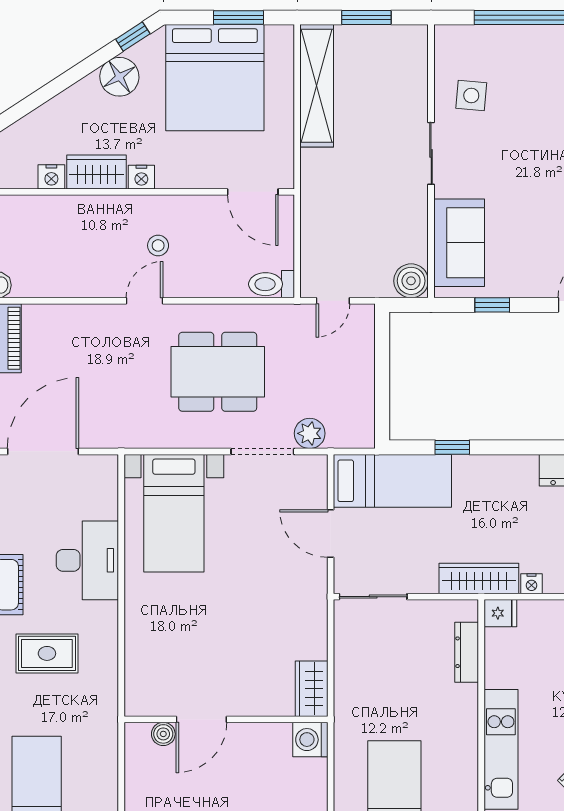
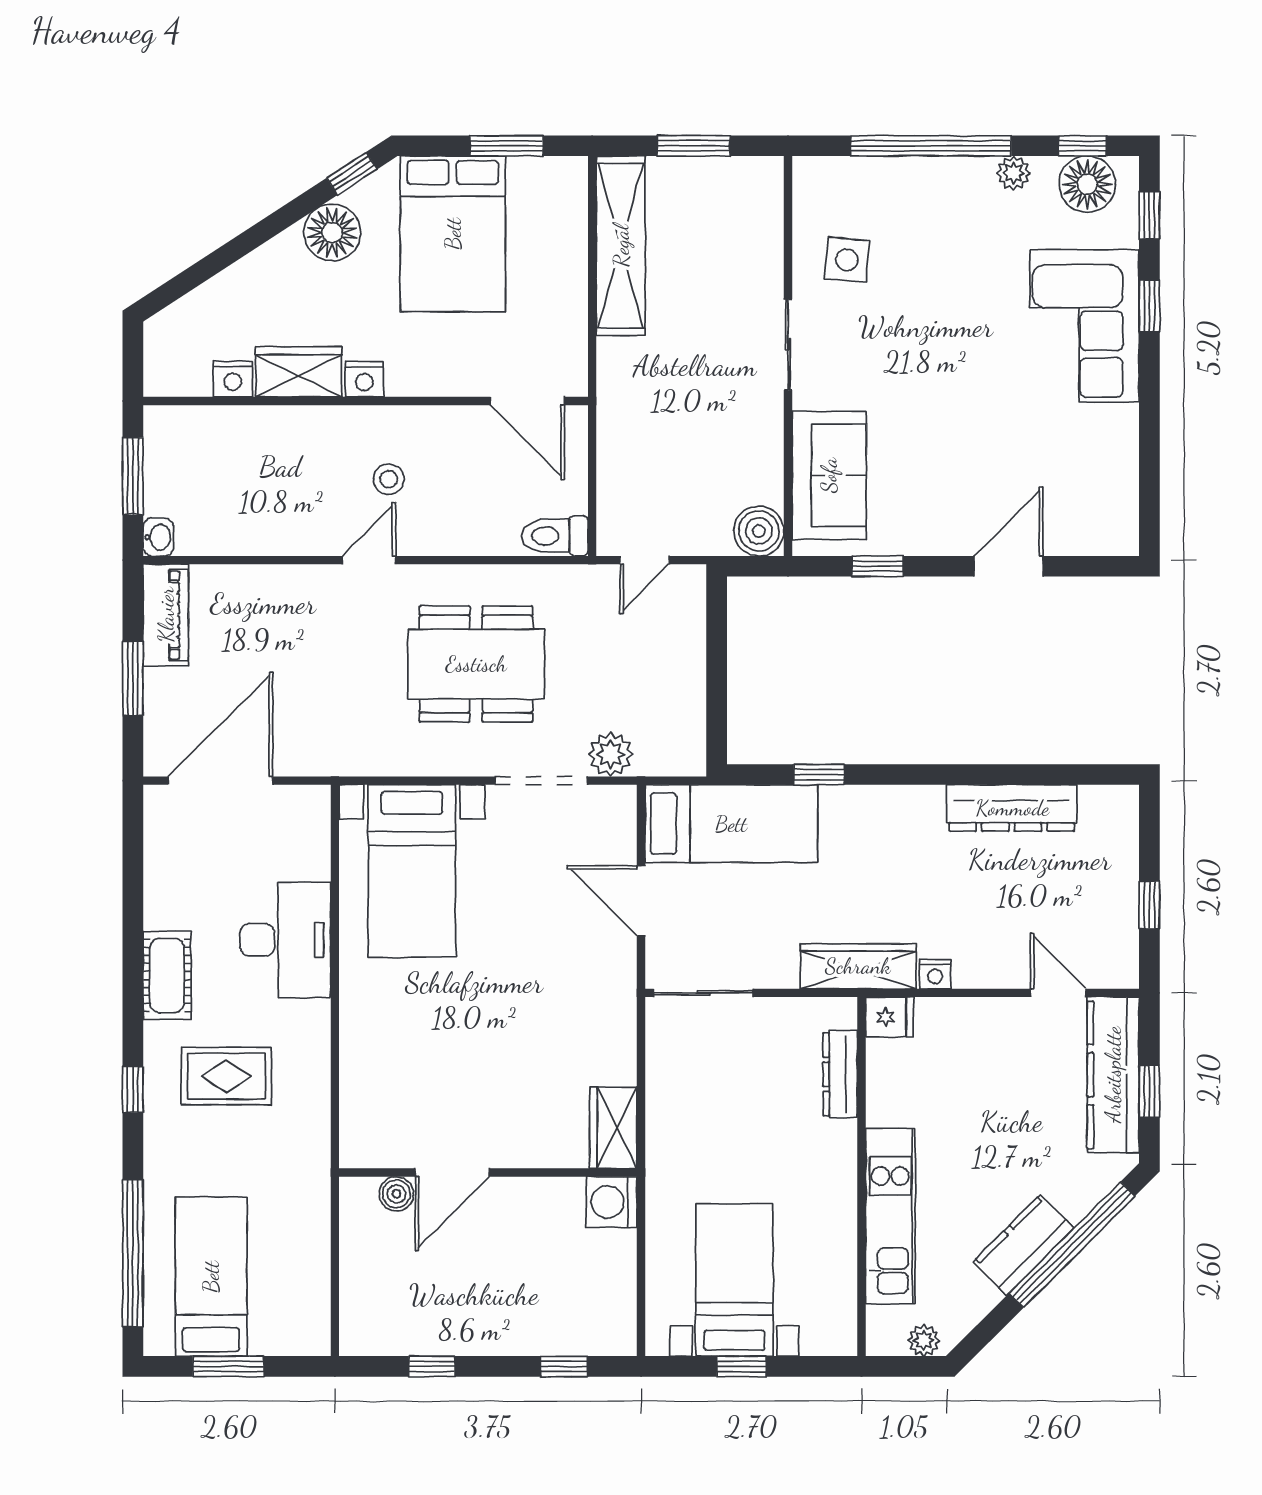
bed: (215, 78) -> (453, 234), width x0.73

